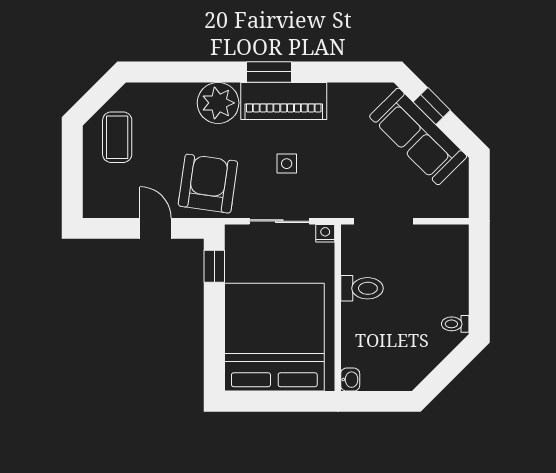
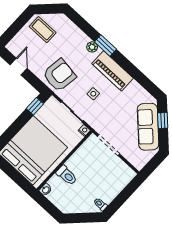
window: (269, 72) -> (105, 45), moved
plant: (218, 103) -> (92, 47), width x0.53, depth x0.53
coffee table: (117, 137) -> (43, 30), turned 90
door: (156, 228) -> (19, 67), moved
toilet: (362, 288) -> (67, 175), moved

